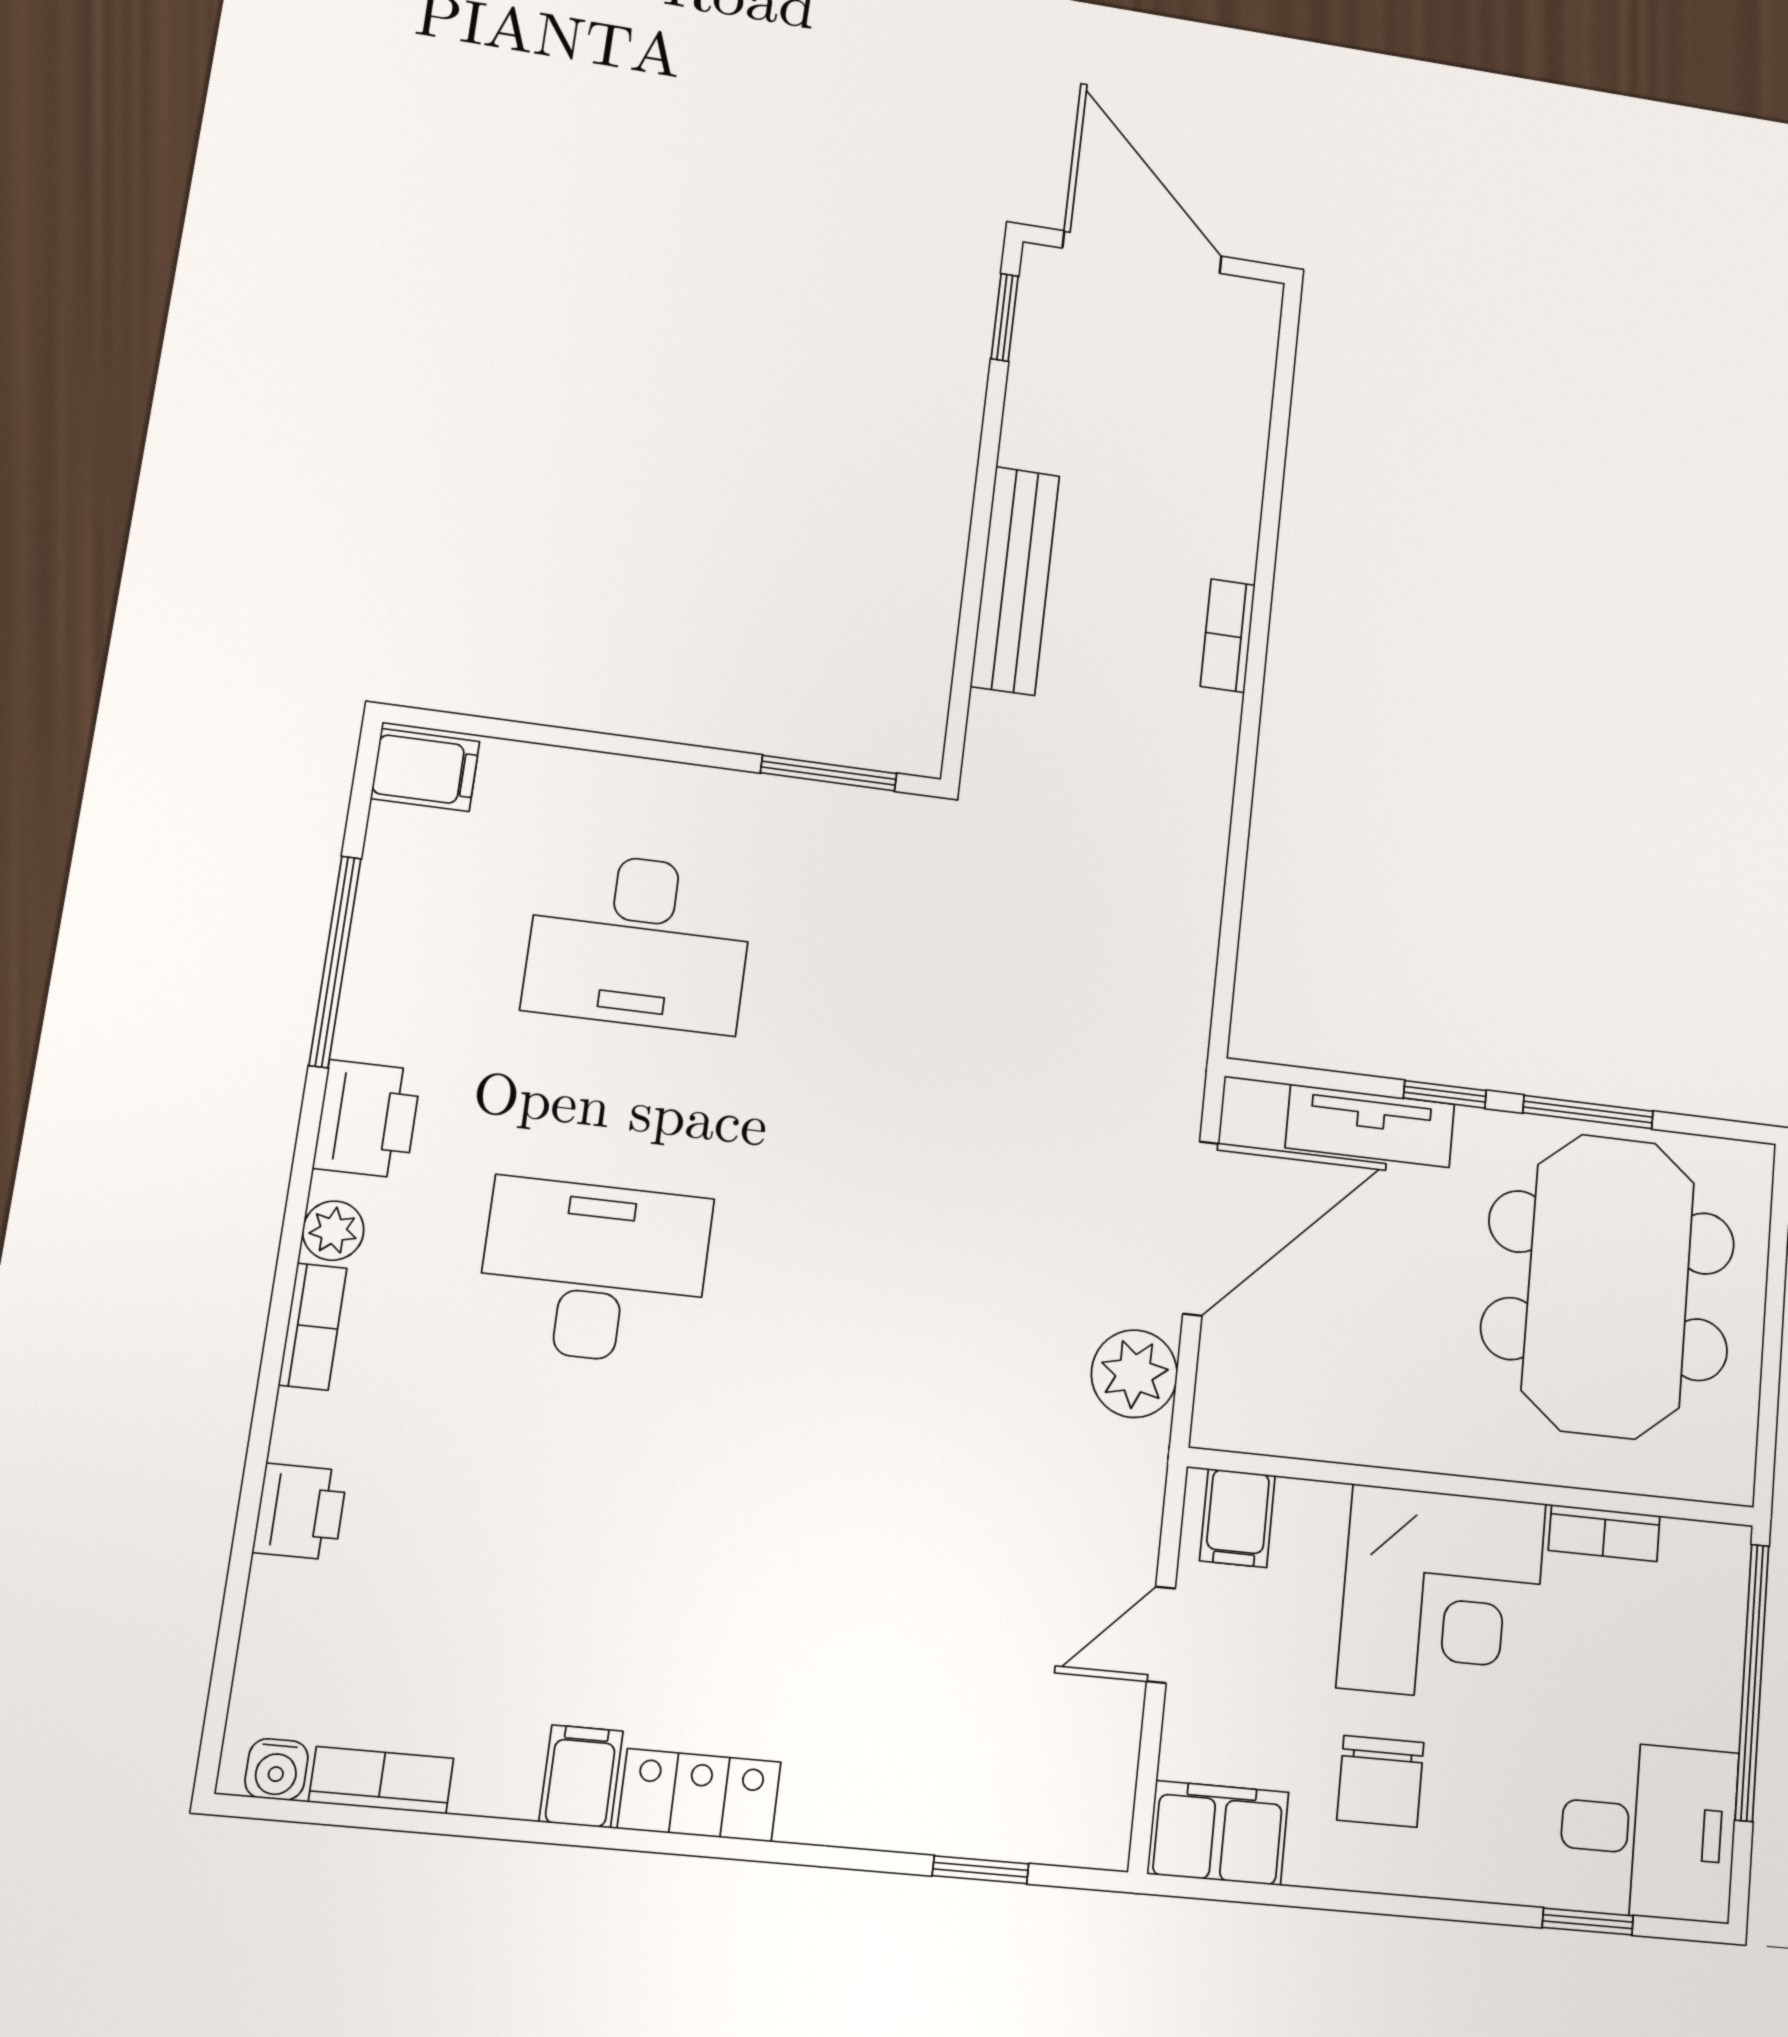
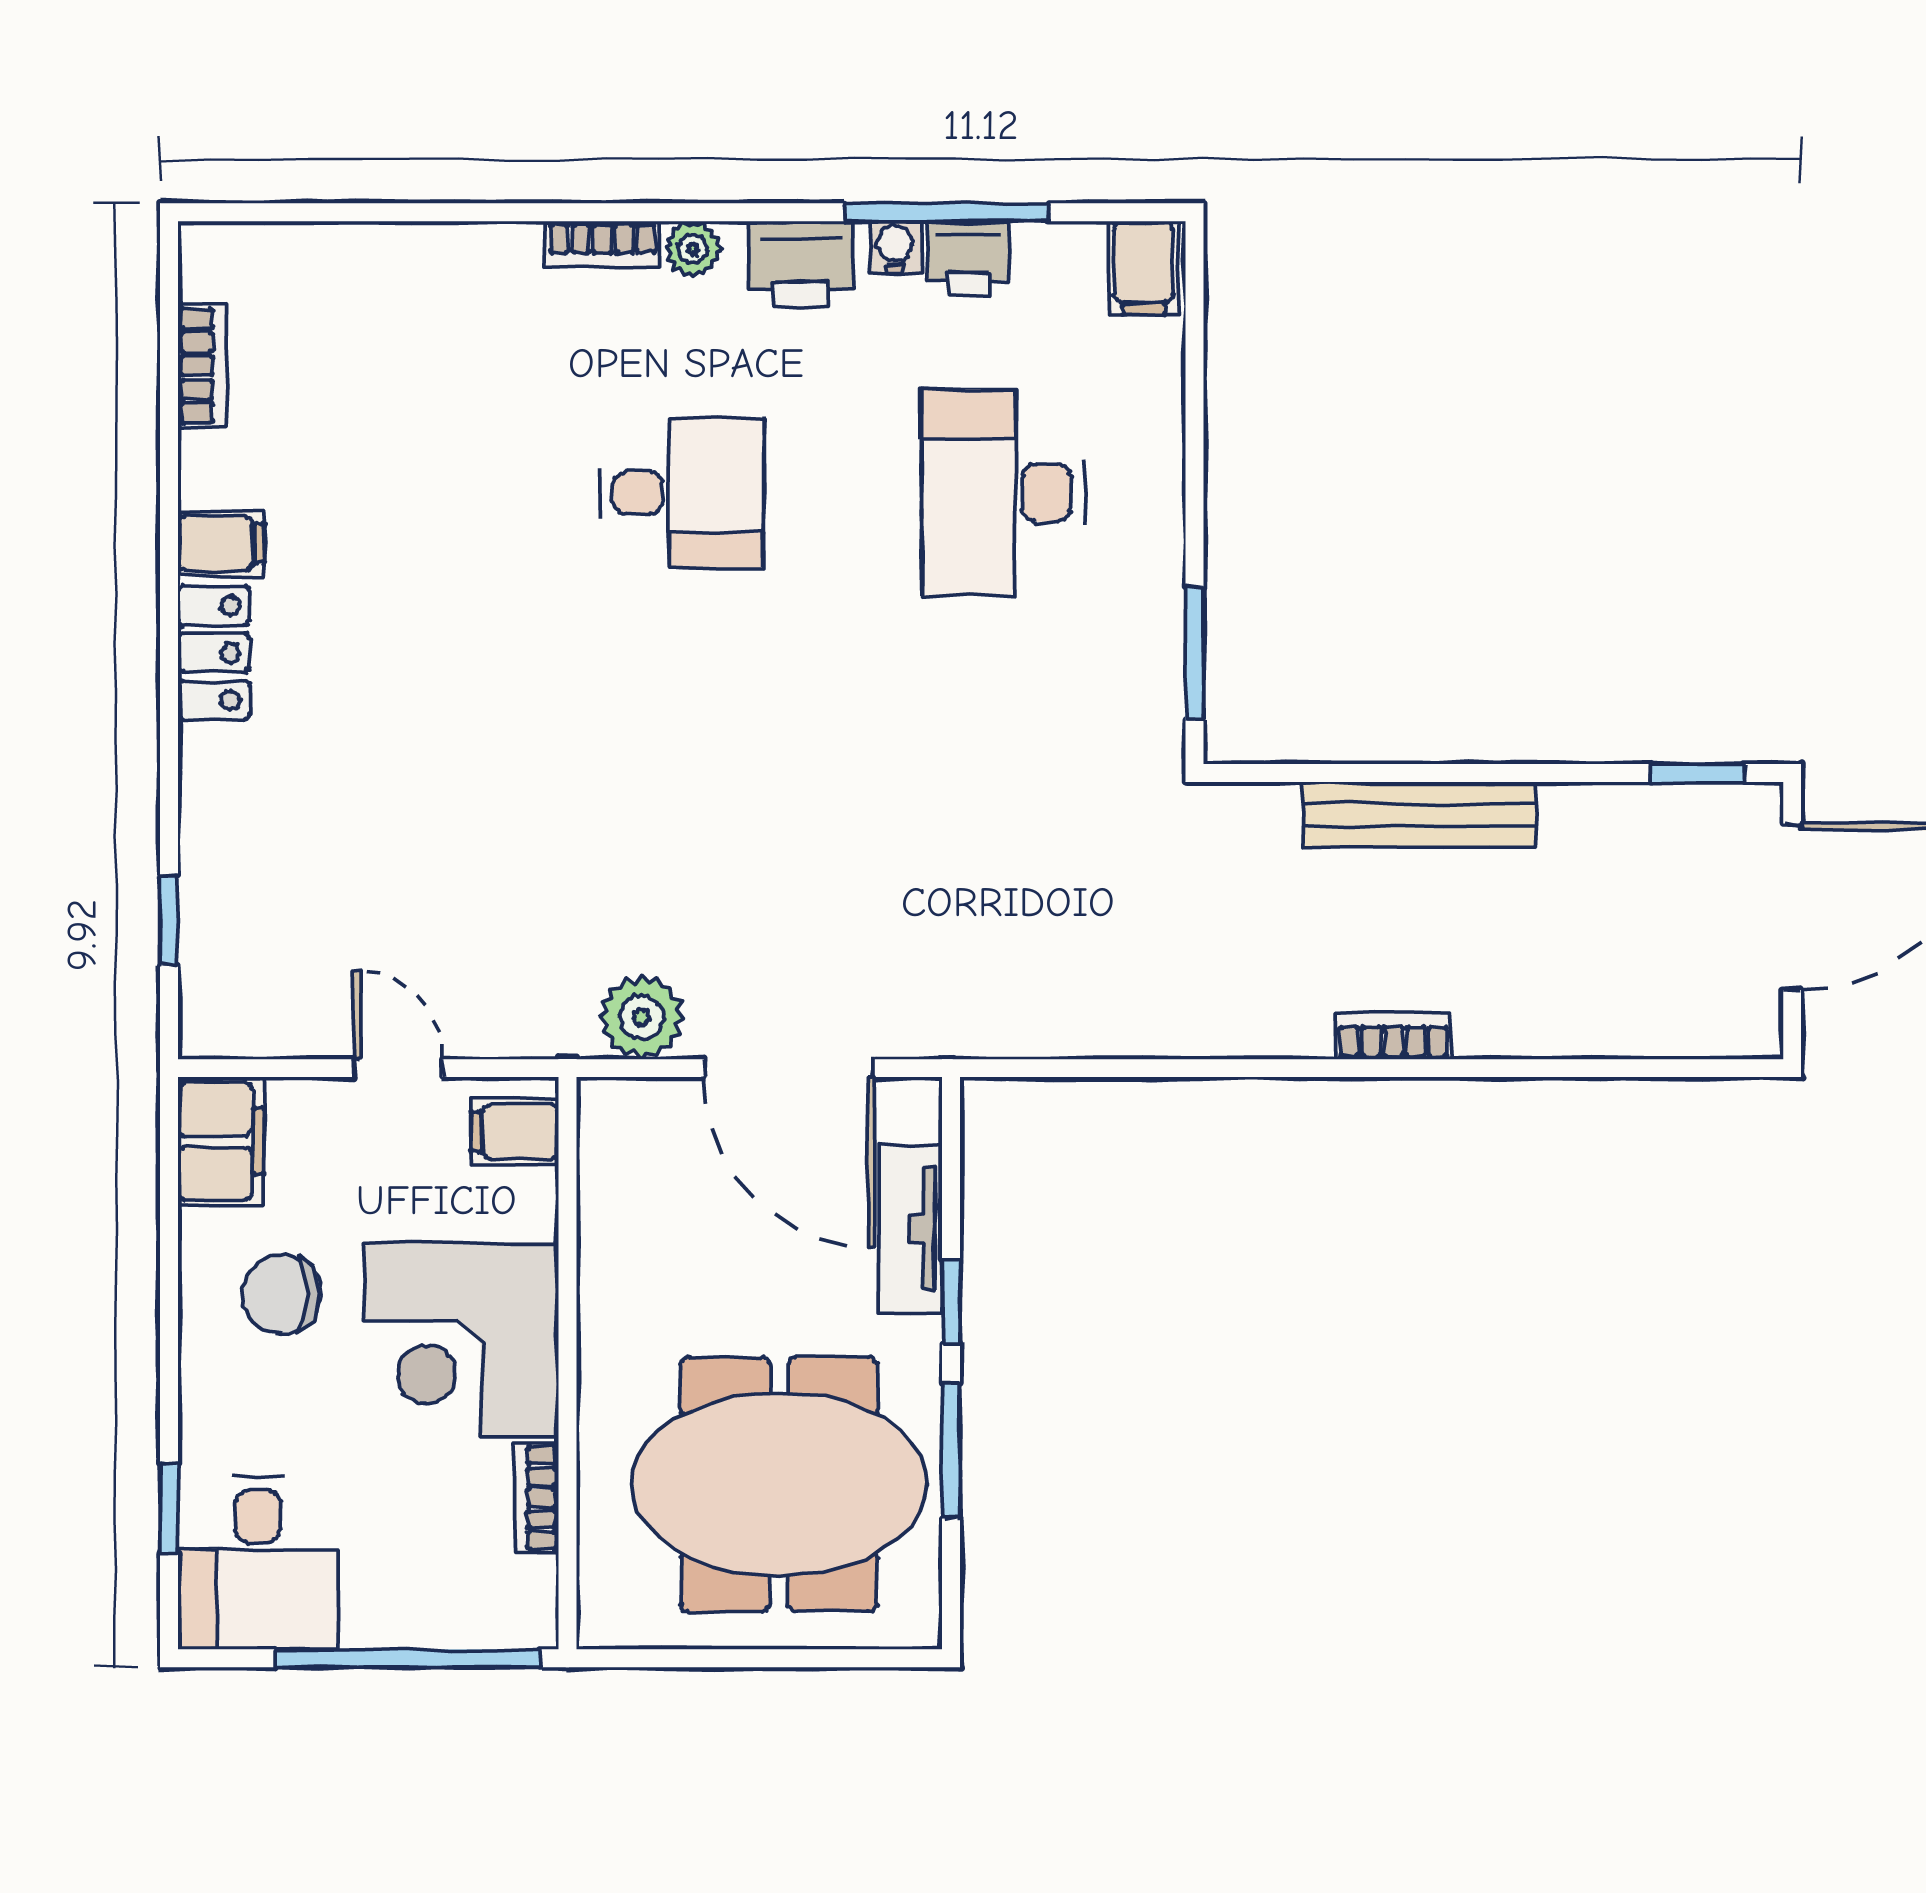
desk: (594, 1272) -> (682, 493), width x0.73
printer: (300, 1512) -> (968, 258), moved
water cooler: (277, 1769) -> (895, 247), moved, turned 90

